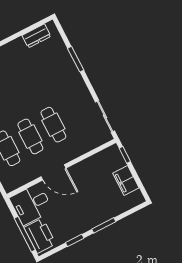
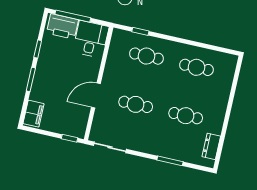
cafe table: (30, 136) -> (186, 116), moved
door: (54, 172) -> (96, 96), moved
filing cabinet: (126, 180) -> (34, 114), moved, turned 90

